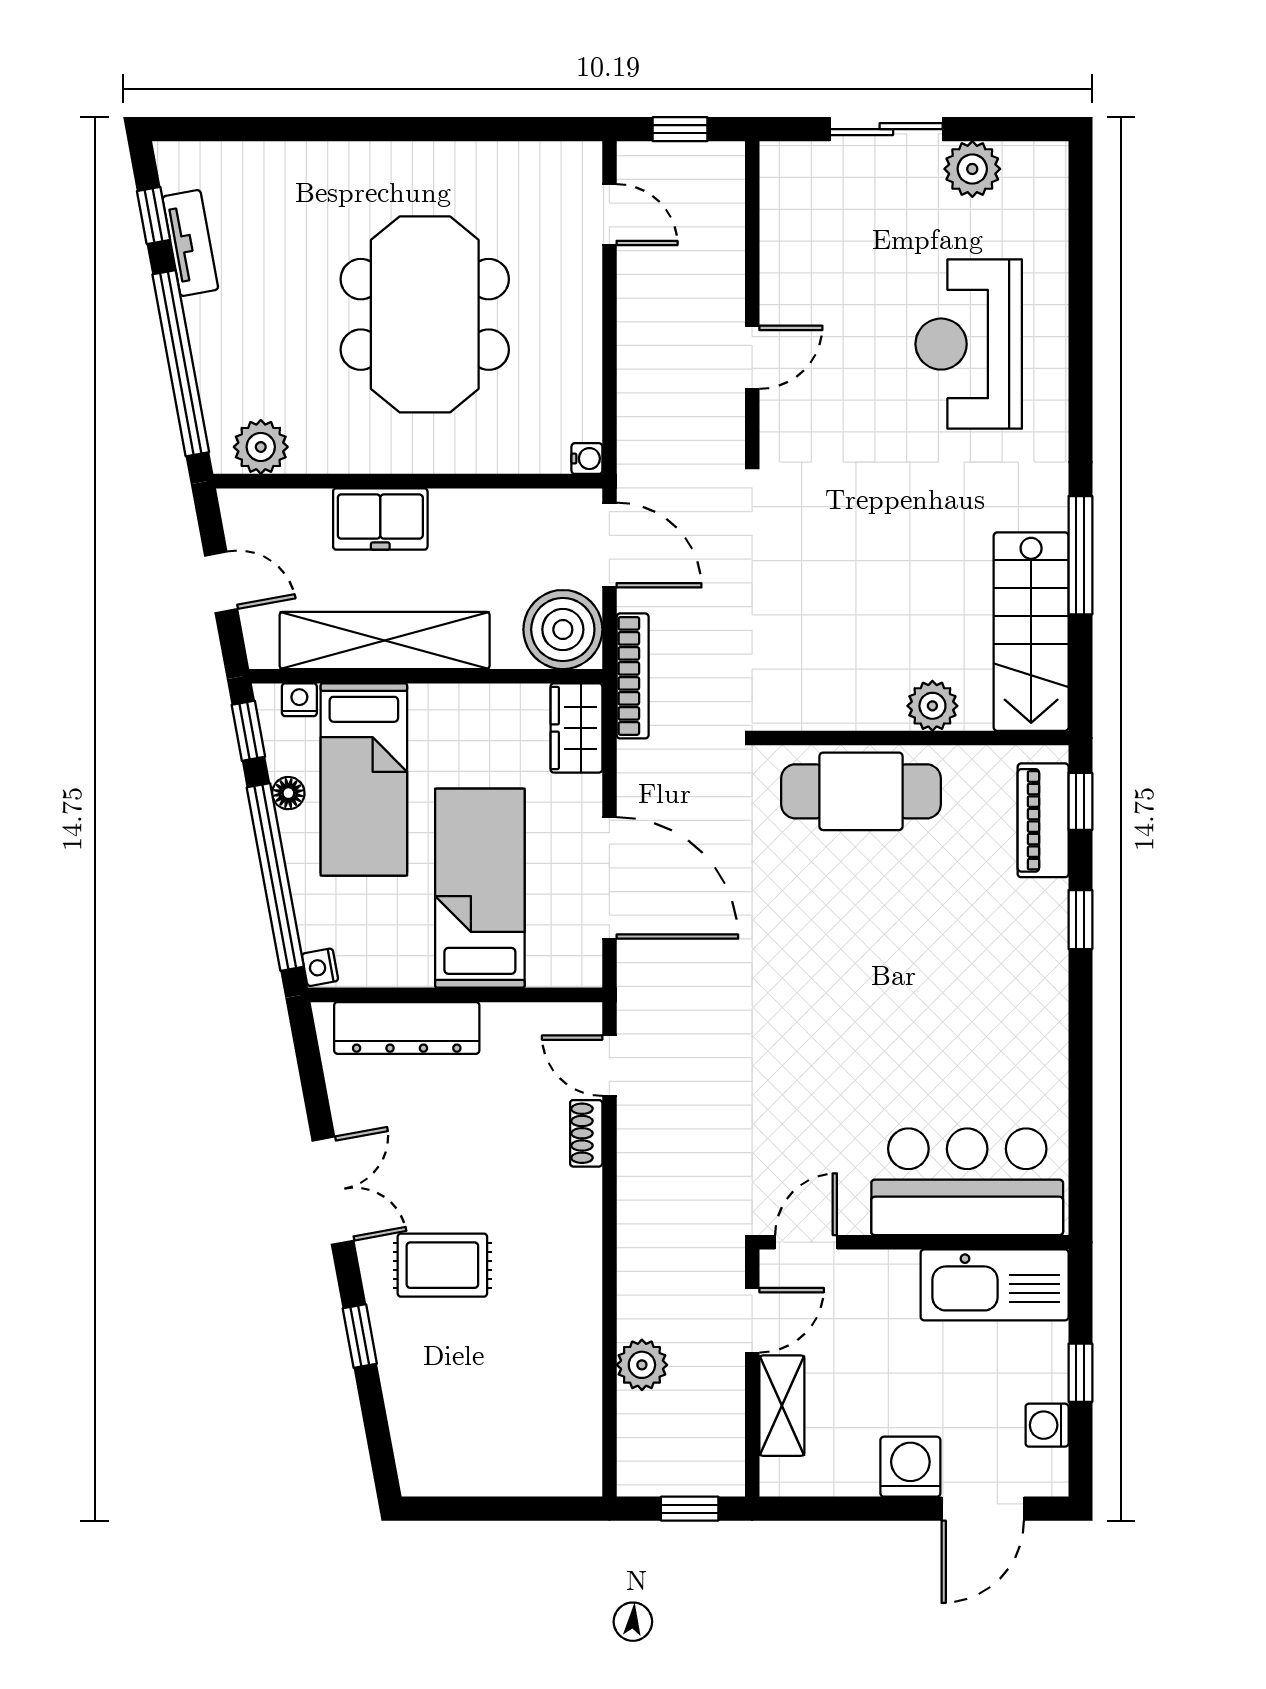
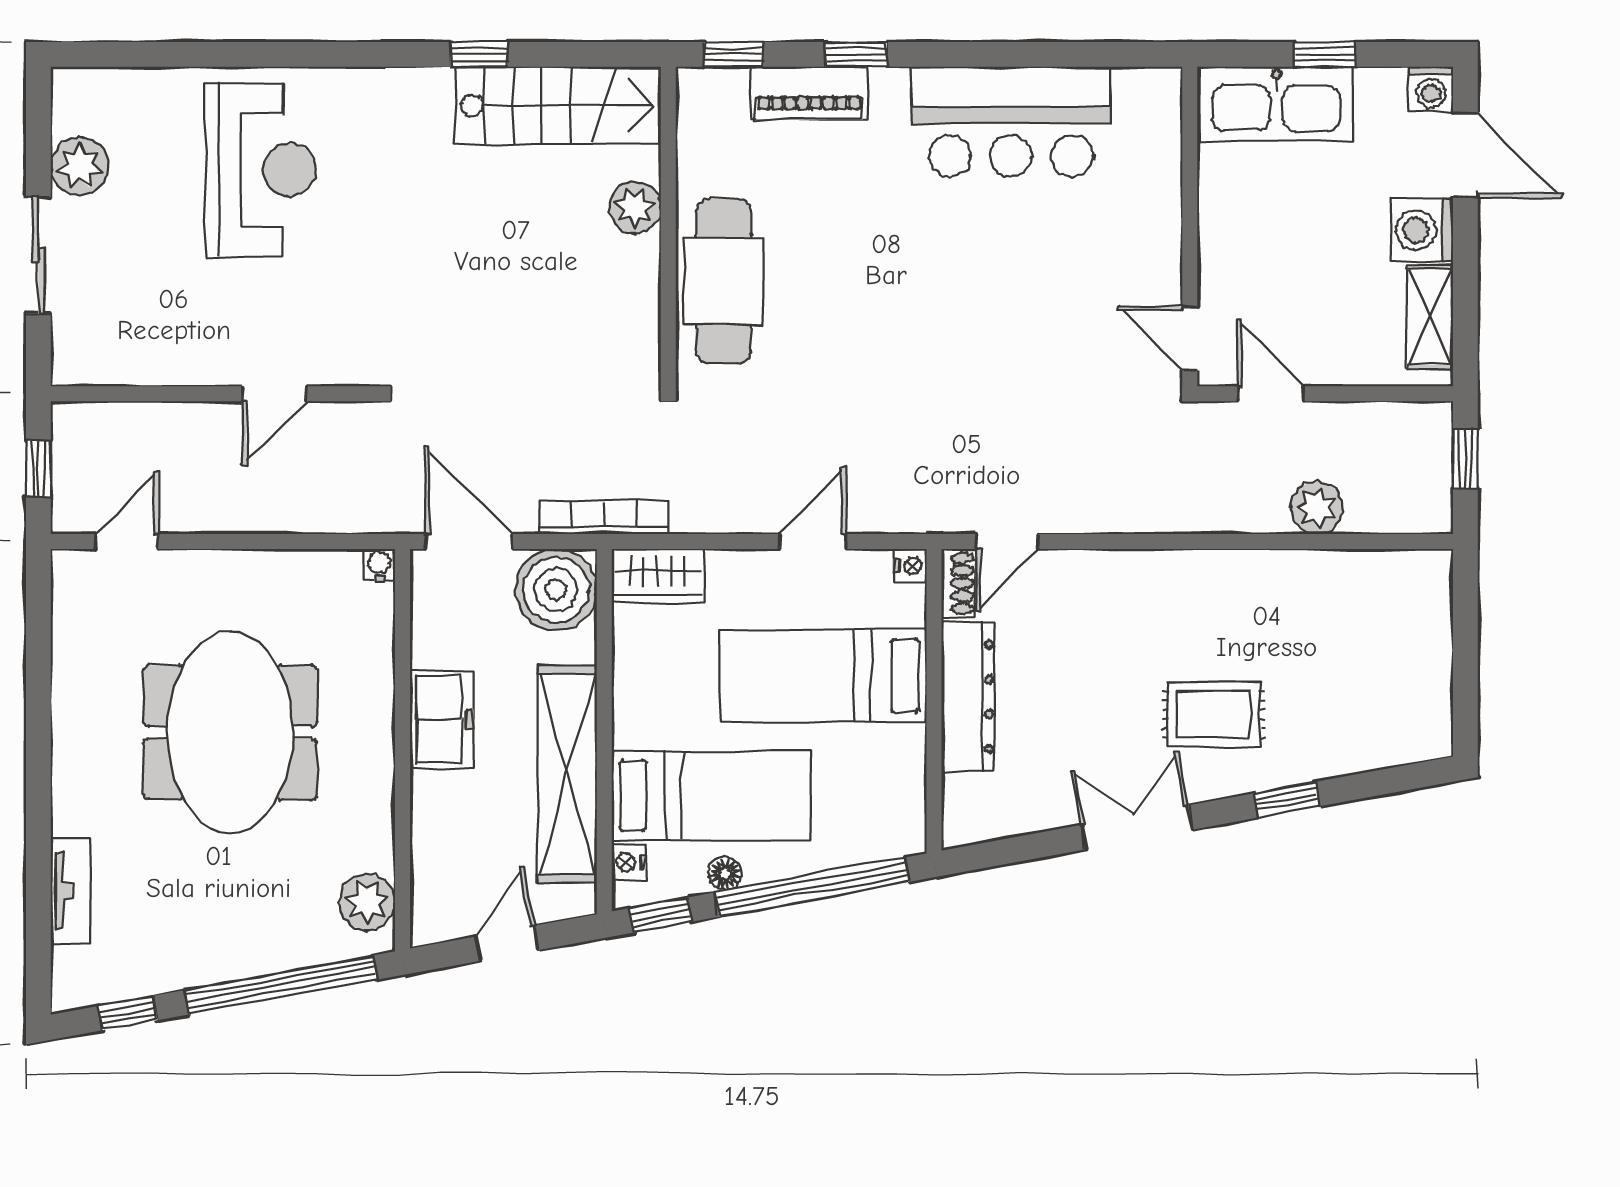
tv unit: (190, 243) -> (71, 891), moved, turned 100
meeting table: (425, 314) -> (230, 733), turned 90
reception desk: (969, 344) -> (261, 170), turned -90
door: (752, 357) -> (274, 394), swing flipped
freezer: (380, 519) -> (442, 719), moved
door: (609, 545) -> (469, 541), hinge flipped
window: (1080, 555) -> (479, 54), width x0.46
piano: (1043, 820) -> (809, 93), moved
door: (609, 878) -> (813, 541), width x0.53
nightstand: (320, 967) -> (910, 566), moved, turned -80
dresser: (407, 1028) -> (968, 697), moved
shoe rack: (586, 1133) -> (958, 583), moved, turned -90
bar counter: (967, 1182) -> (1011, 122), moved, turned -90
rug: (442, 1265) -> (1214, 714), turned 90
kitchen sink: (995, 1285) -> (1276, 103), moved, turned 90
shelving: (782, 1406) -> (1430, 317), moved, turned 90
washing machine: (1047, 1425) -> (1431, 89), moved

